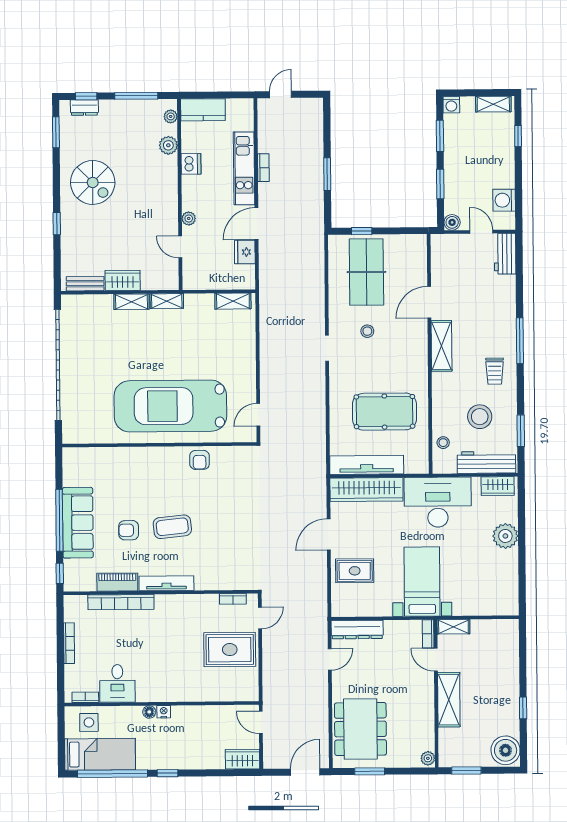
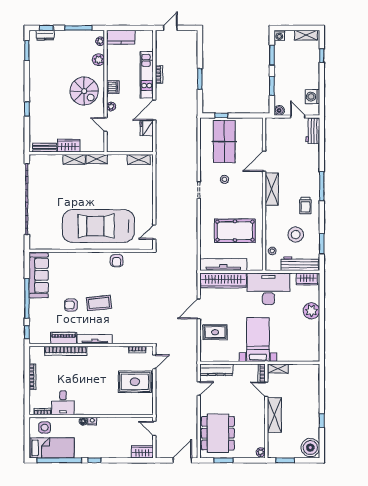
dishwasher: (191, 164) -> (113, 87), moved
spiral stairs: (93, 182) -> (84, 91), moved
sofa: (78, 523) -> (39, 275), moved

